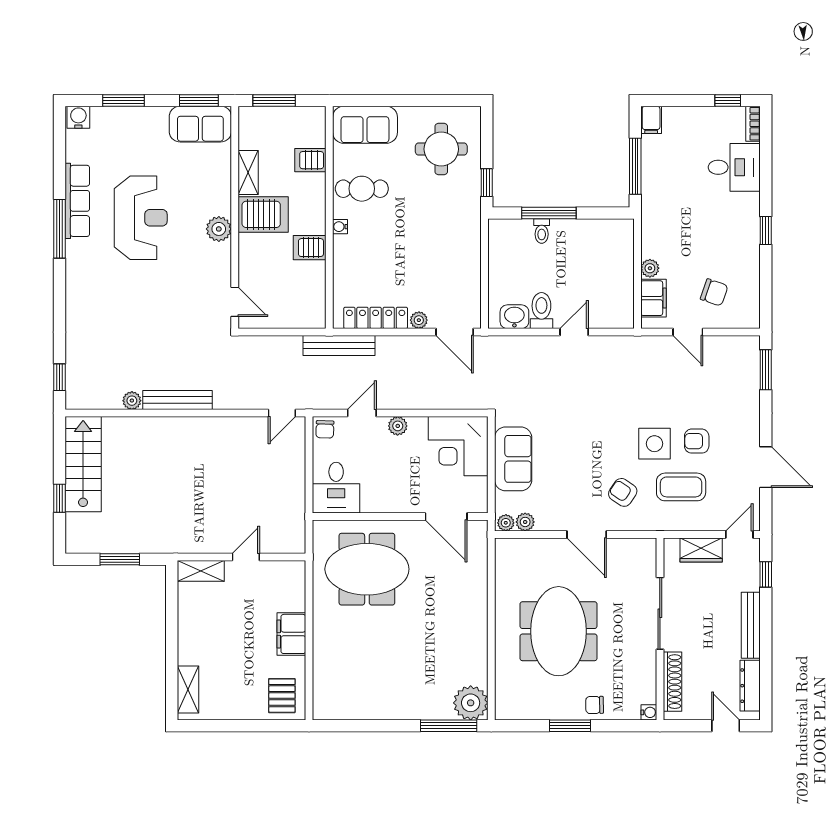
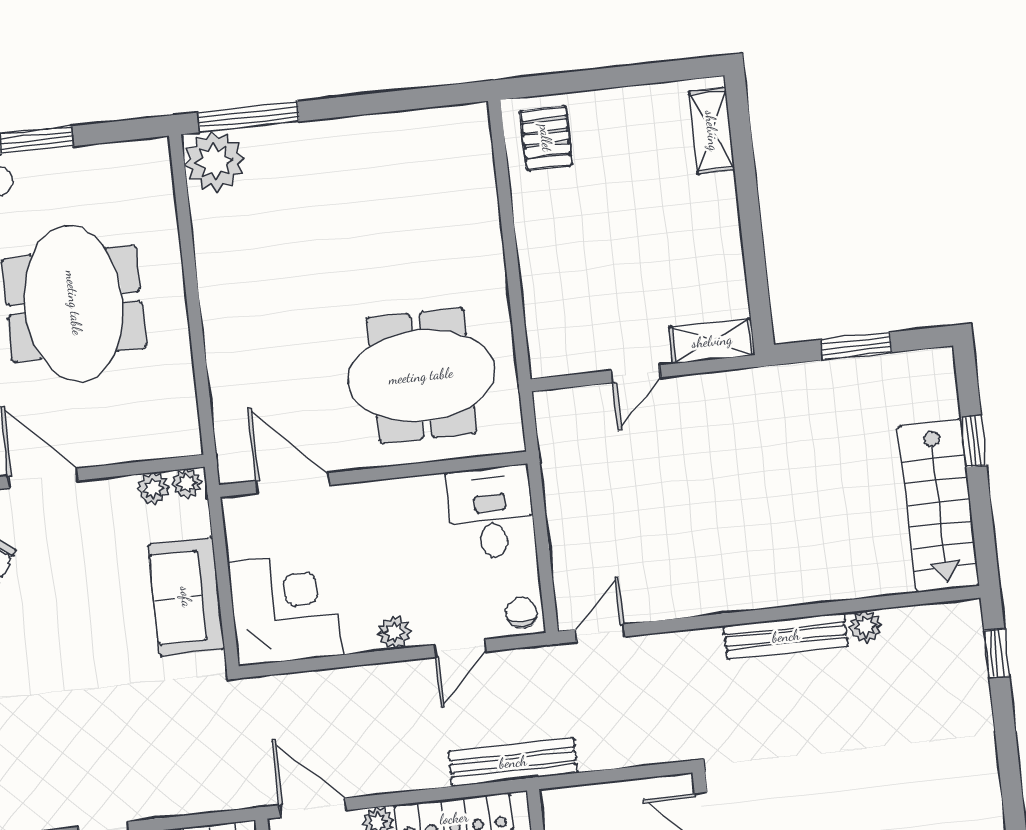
filing cabinet: (291, 634) -> (541, 248), removed

